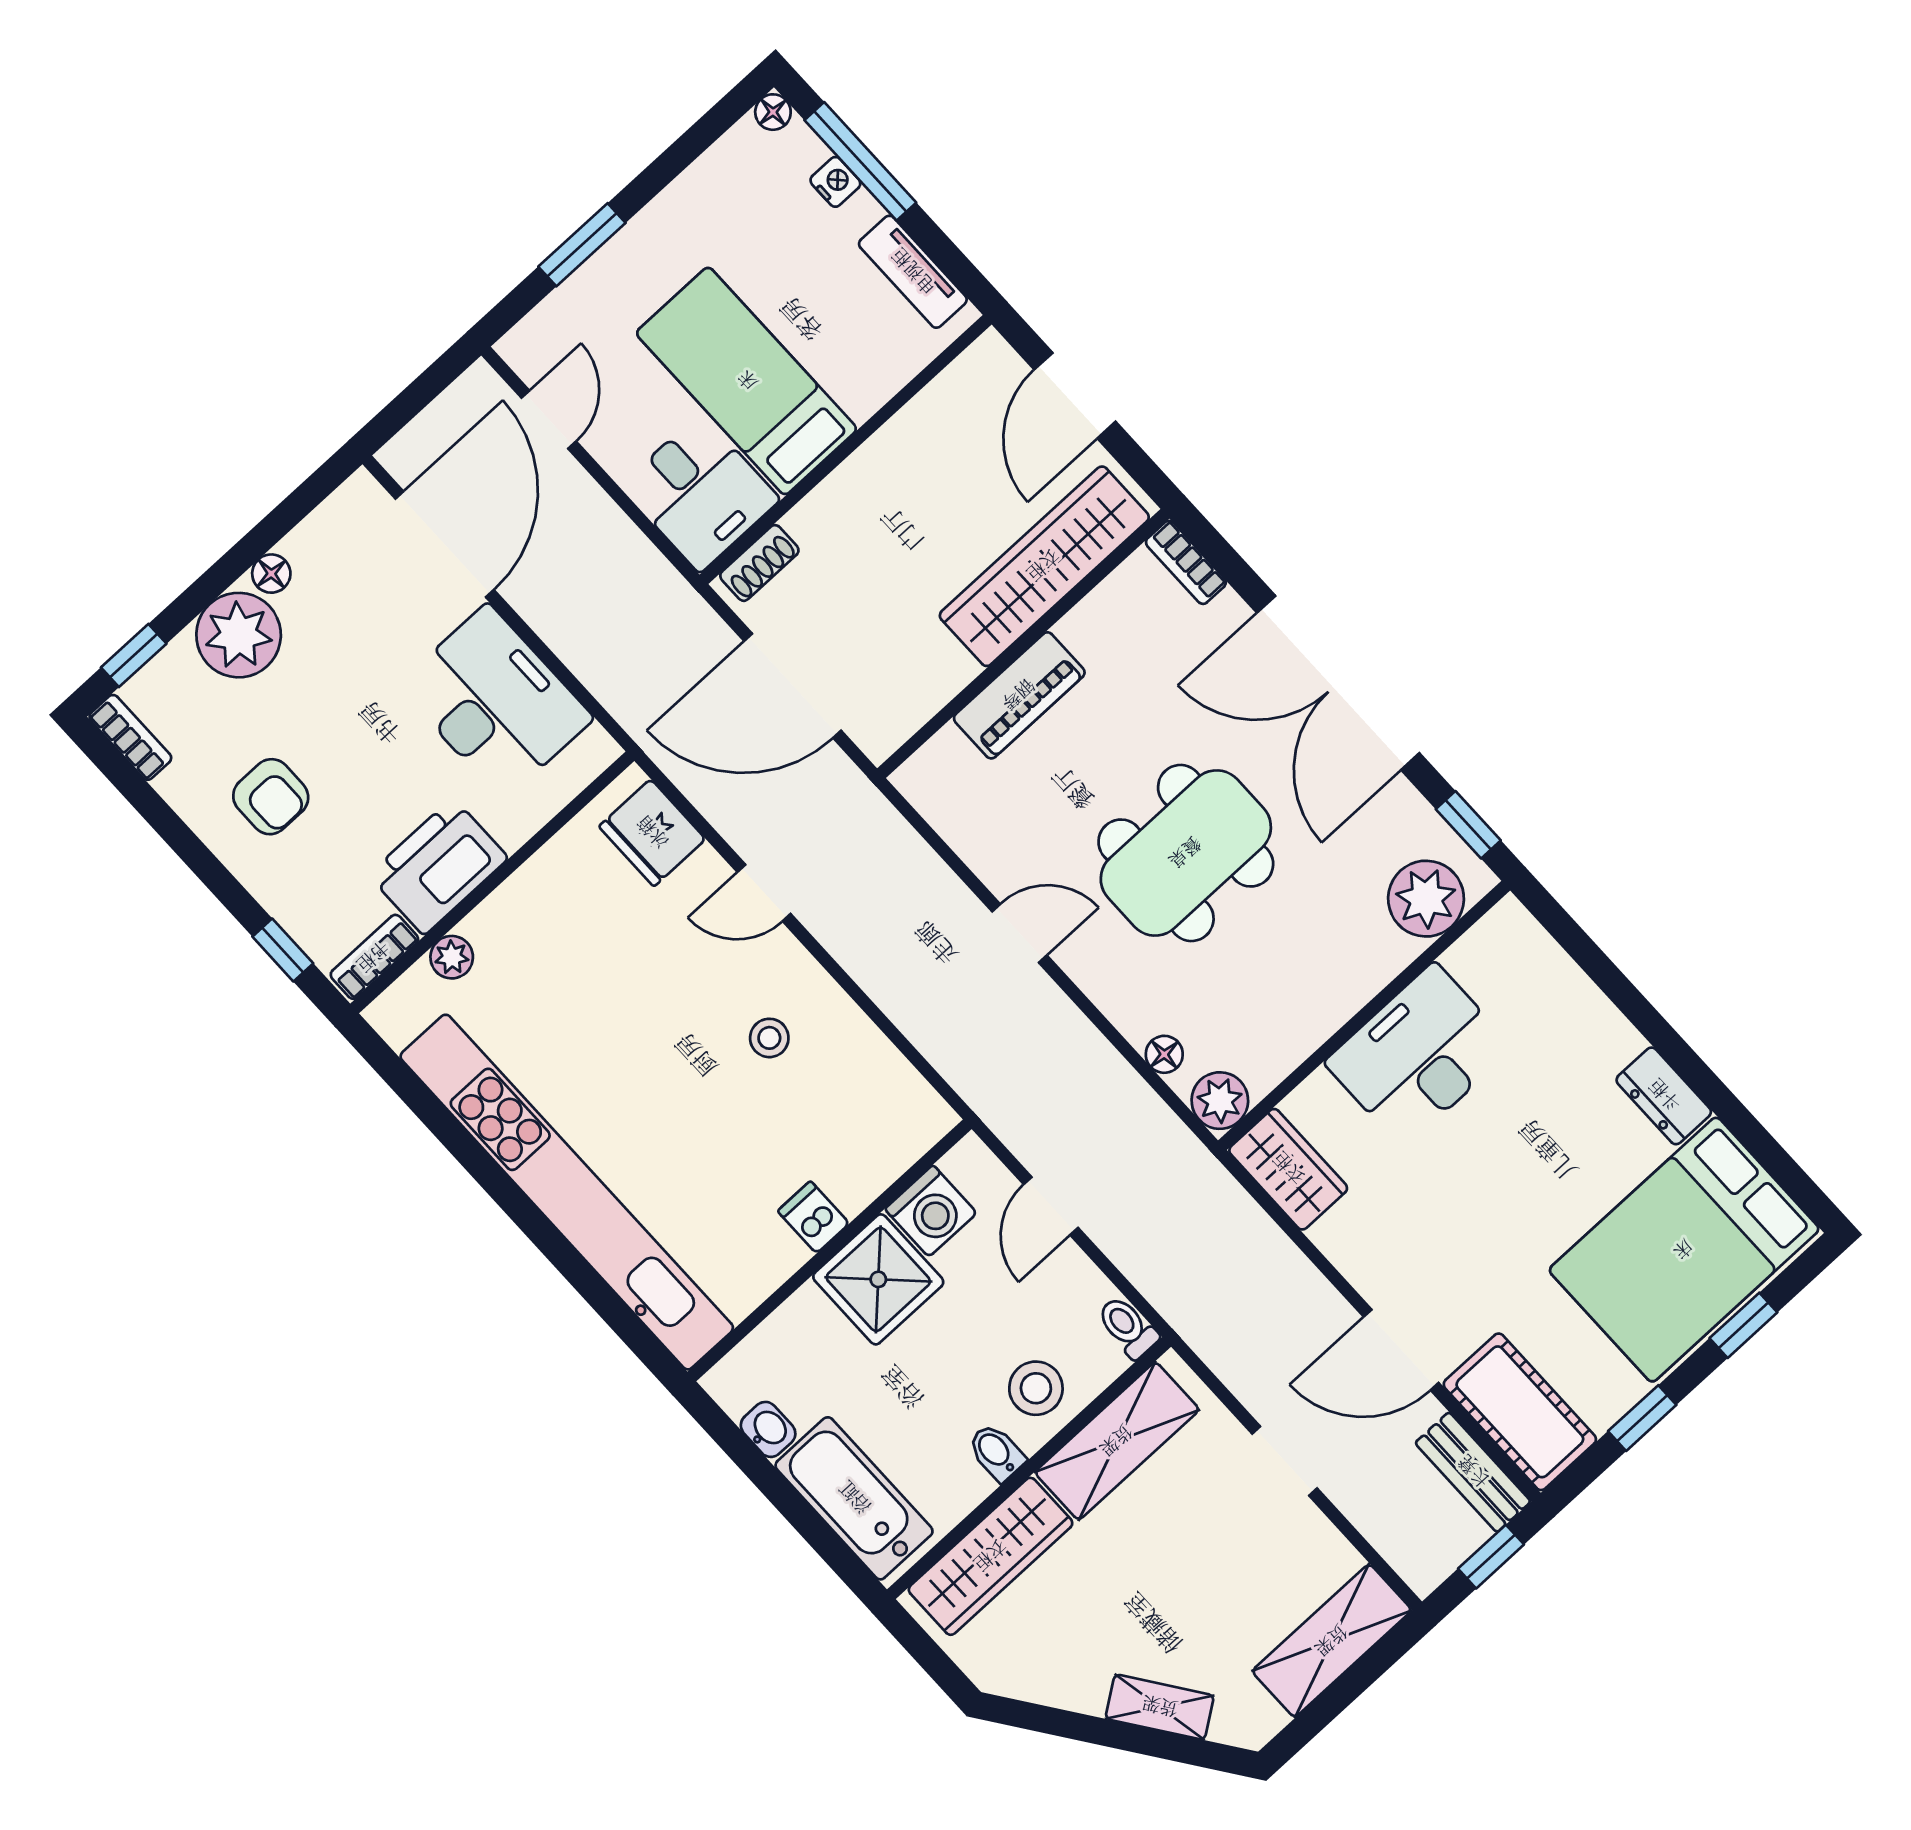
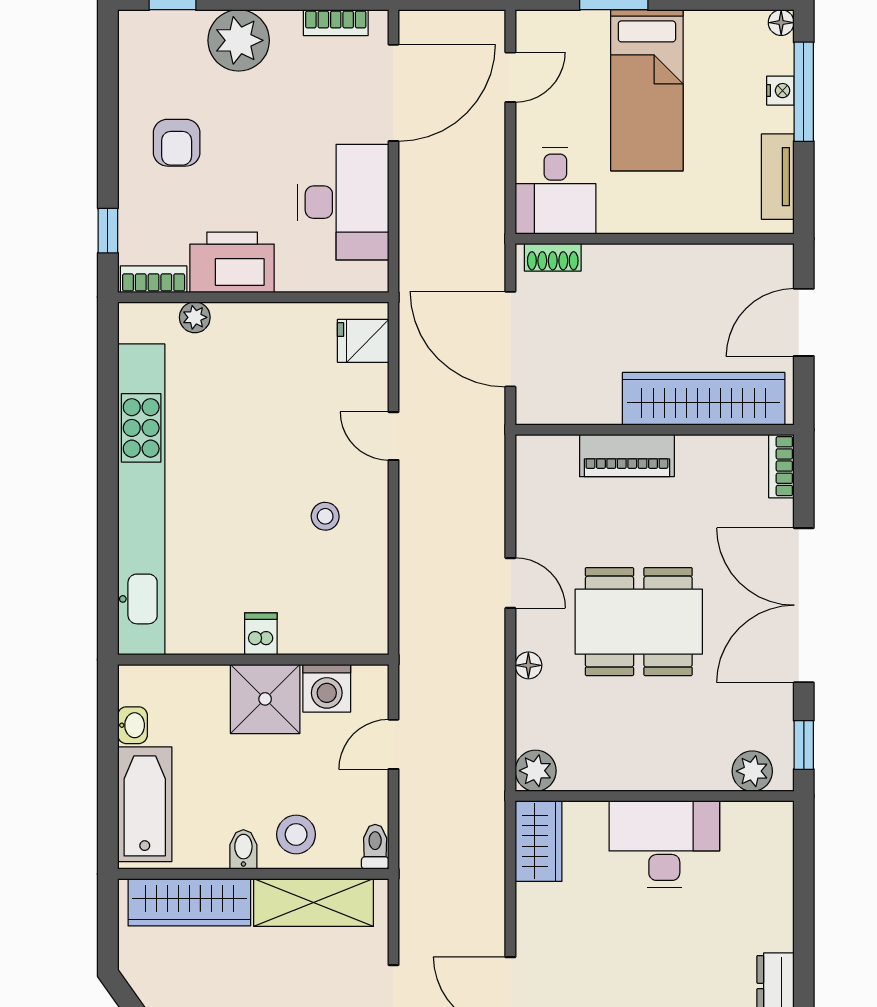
bed: (747, 381) -> (647, 90), moved, turned 180
floor lamp: (271, 574) -> (286, 24), removed
bookcase: (130, 737) -> (336, 23), moved, turned 90
fridge: (652, 833) -> (363, 341), width x0.72
plant: (1426, 899) -> (752, 771), width x0.73, depth x0.73
floor lamp: (1164, 1054) -> (528, 665), moved

